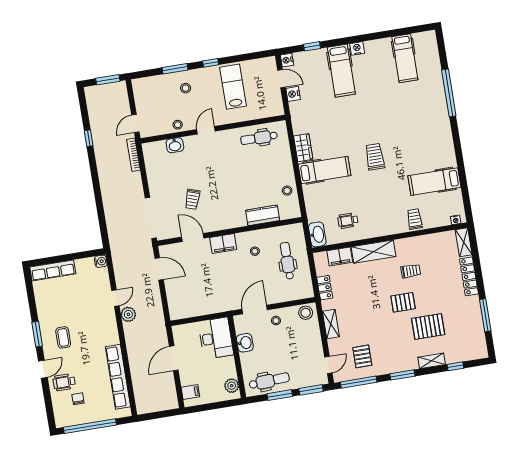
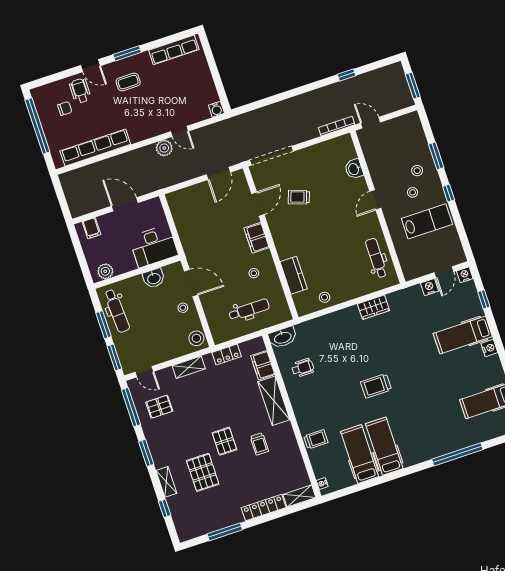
stool: (178, 125) -> (413, 192), moved
door: (206, 130) -> (375, 200), swing flipped
trolley: (375, 157) -> (376, 386), turned 180
hospital bed: (325, 170) -> (384, 446), moved, turned 180
wheelchair: (348, 221) -> (303, 368), turned 90
row of seats: (53, 270) -> (174, 50), moved, turned -90

